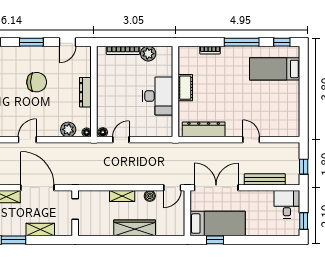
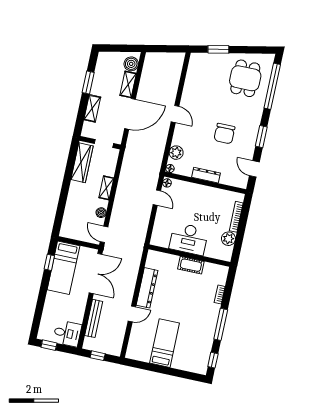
bed: (275, 69) -> (165, 343), moved
dresser: (204, 129) -> (147, 288), moved
wardrobe: (135, 228) -> (82, 163), moved

